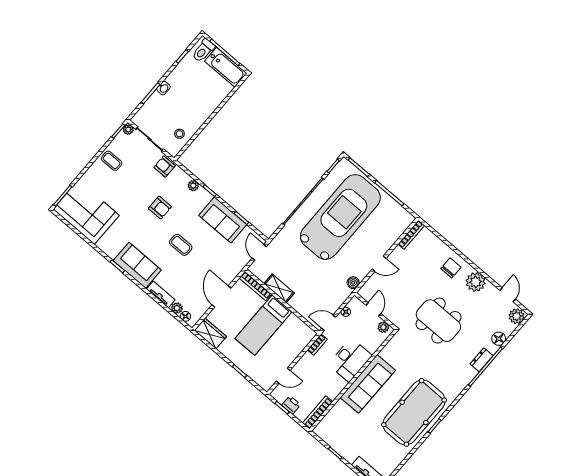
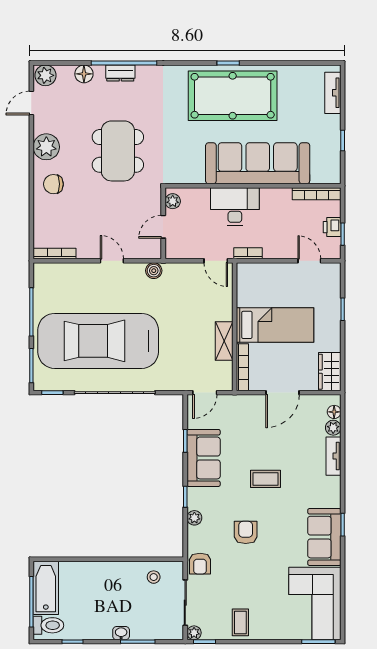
coffee table: (181, 245) -> (266, 479), turned 90
sofa: (137, 265) -> (324, 537), moved
floor lamp: (346, 312) -> (190, 253), removed
sofa: (368, 384) -> (258, 163), width x1.36, depth x1.27

